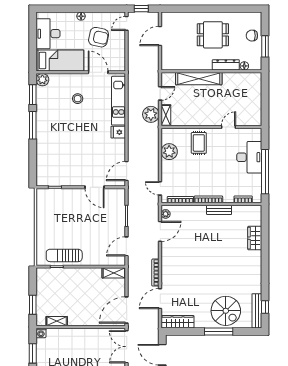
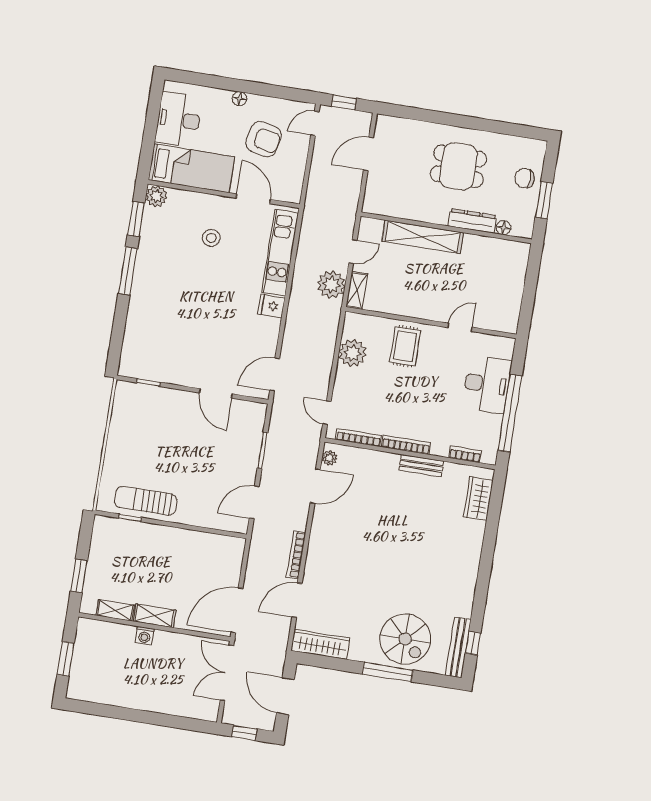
wardrobe: (255, 238) -> (478, 499), moved
shelving: (114, 273) -> (155, 616), moved
washing machine: (41, 333) -> (145, 636), moved

